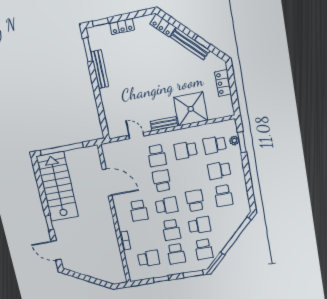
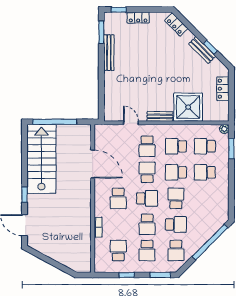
bench: (190, 44) -> (202, 50), width x0.73
plant: (234, 141) -> (224, 129), moved
school desk: (223, 196) -> (176, 172), moved, turned 90
school desk: (149, 258) -> (118, 251), turned -90

